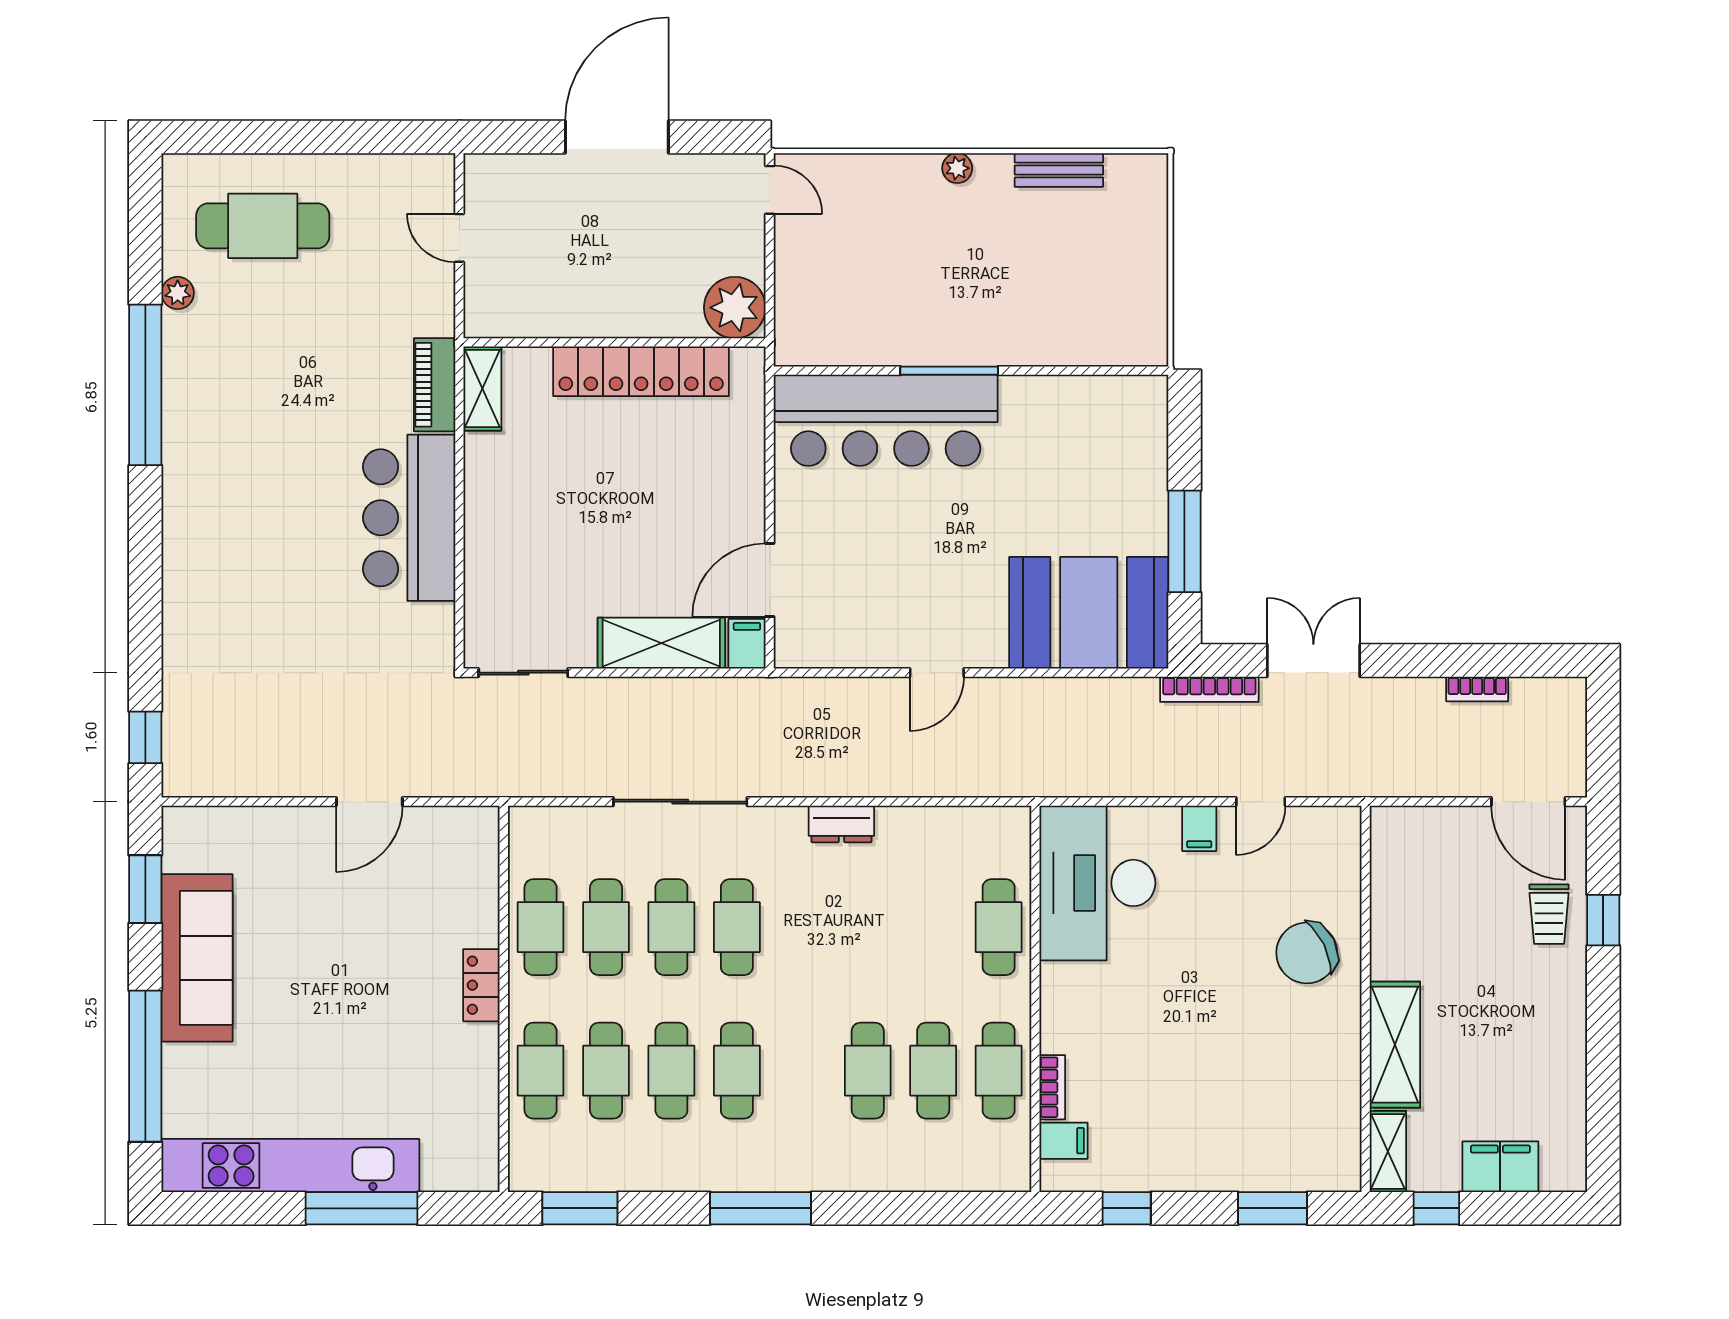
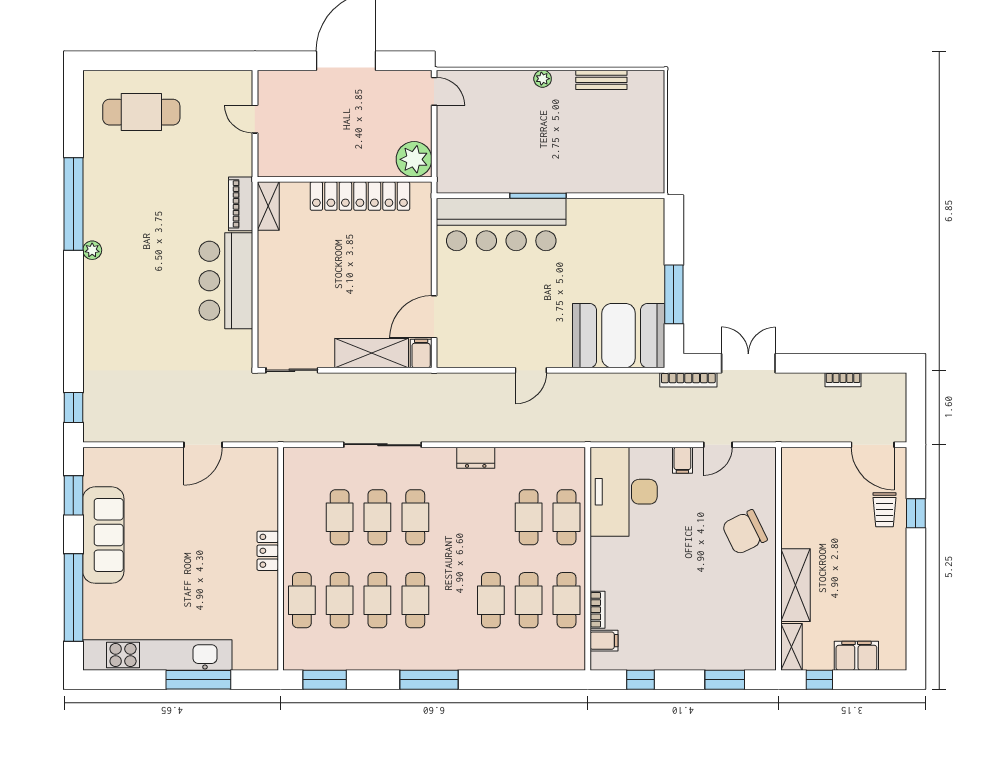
plant: (178, 293) -> (92, 250), moved
cafe table: (541, 927) -> (529, 517), moved

